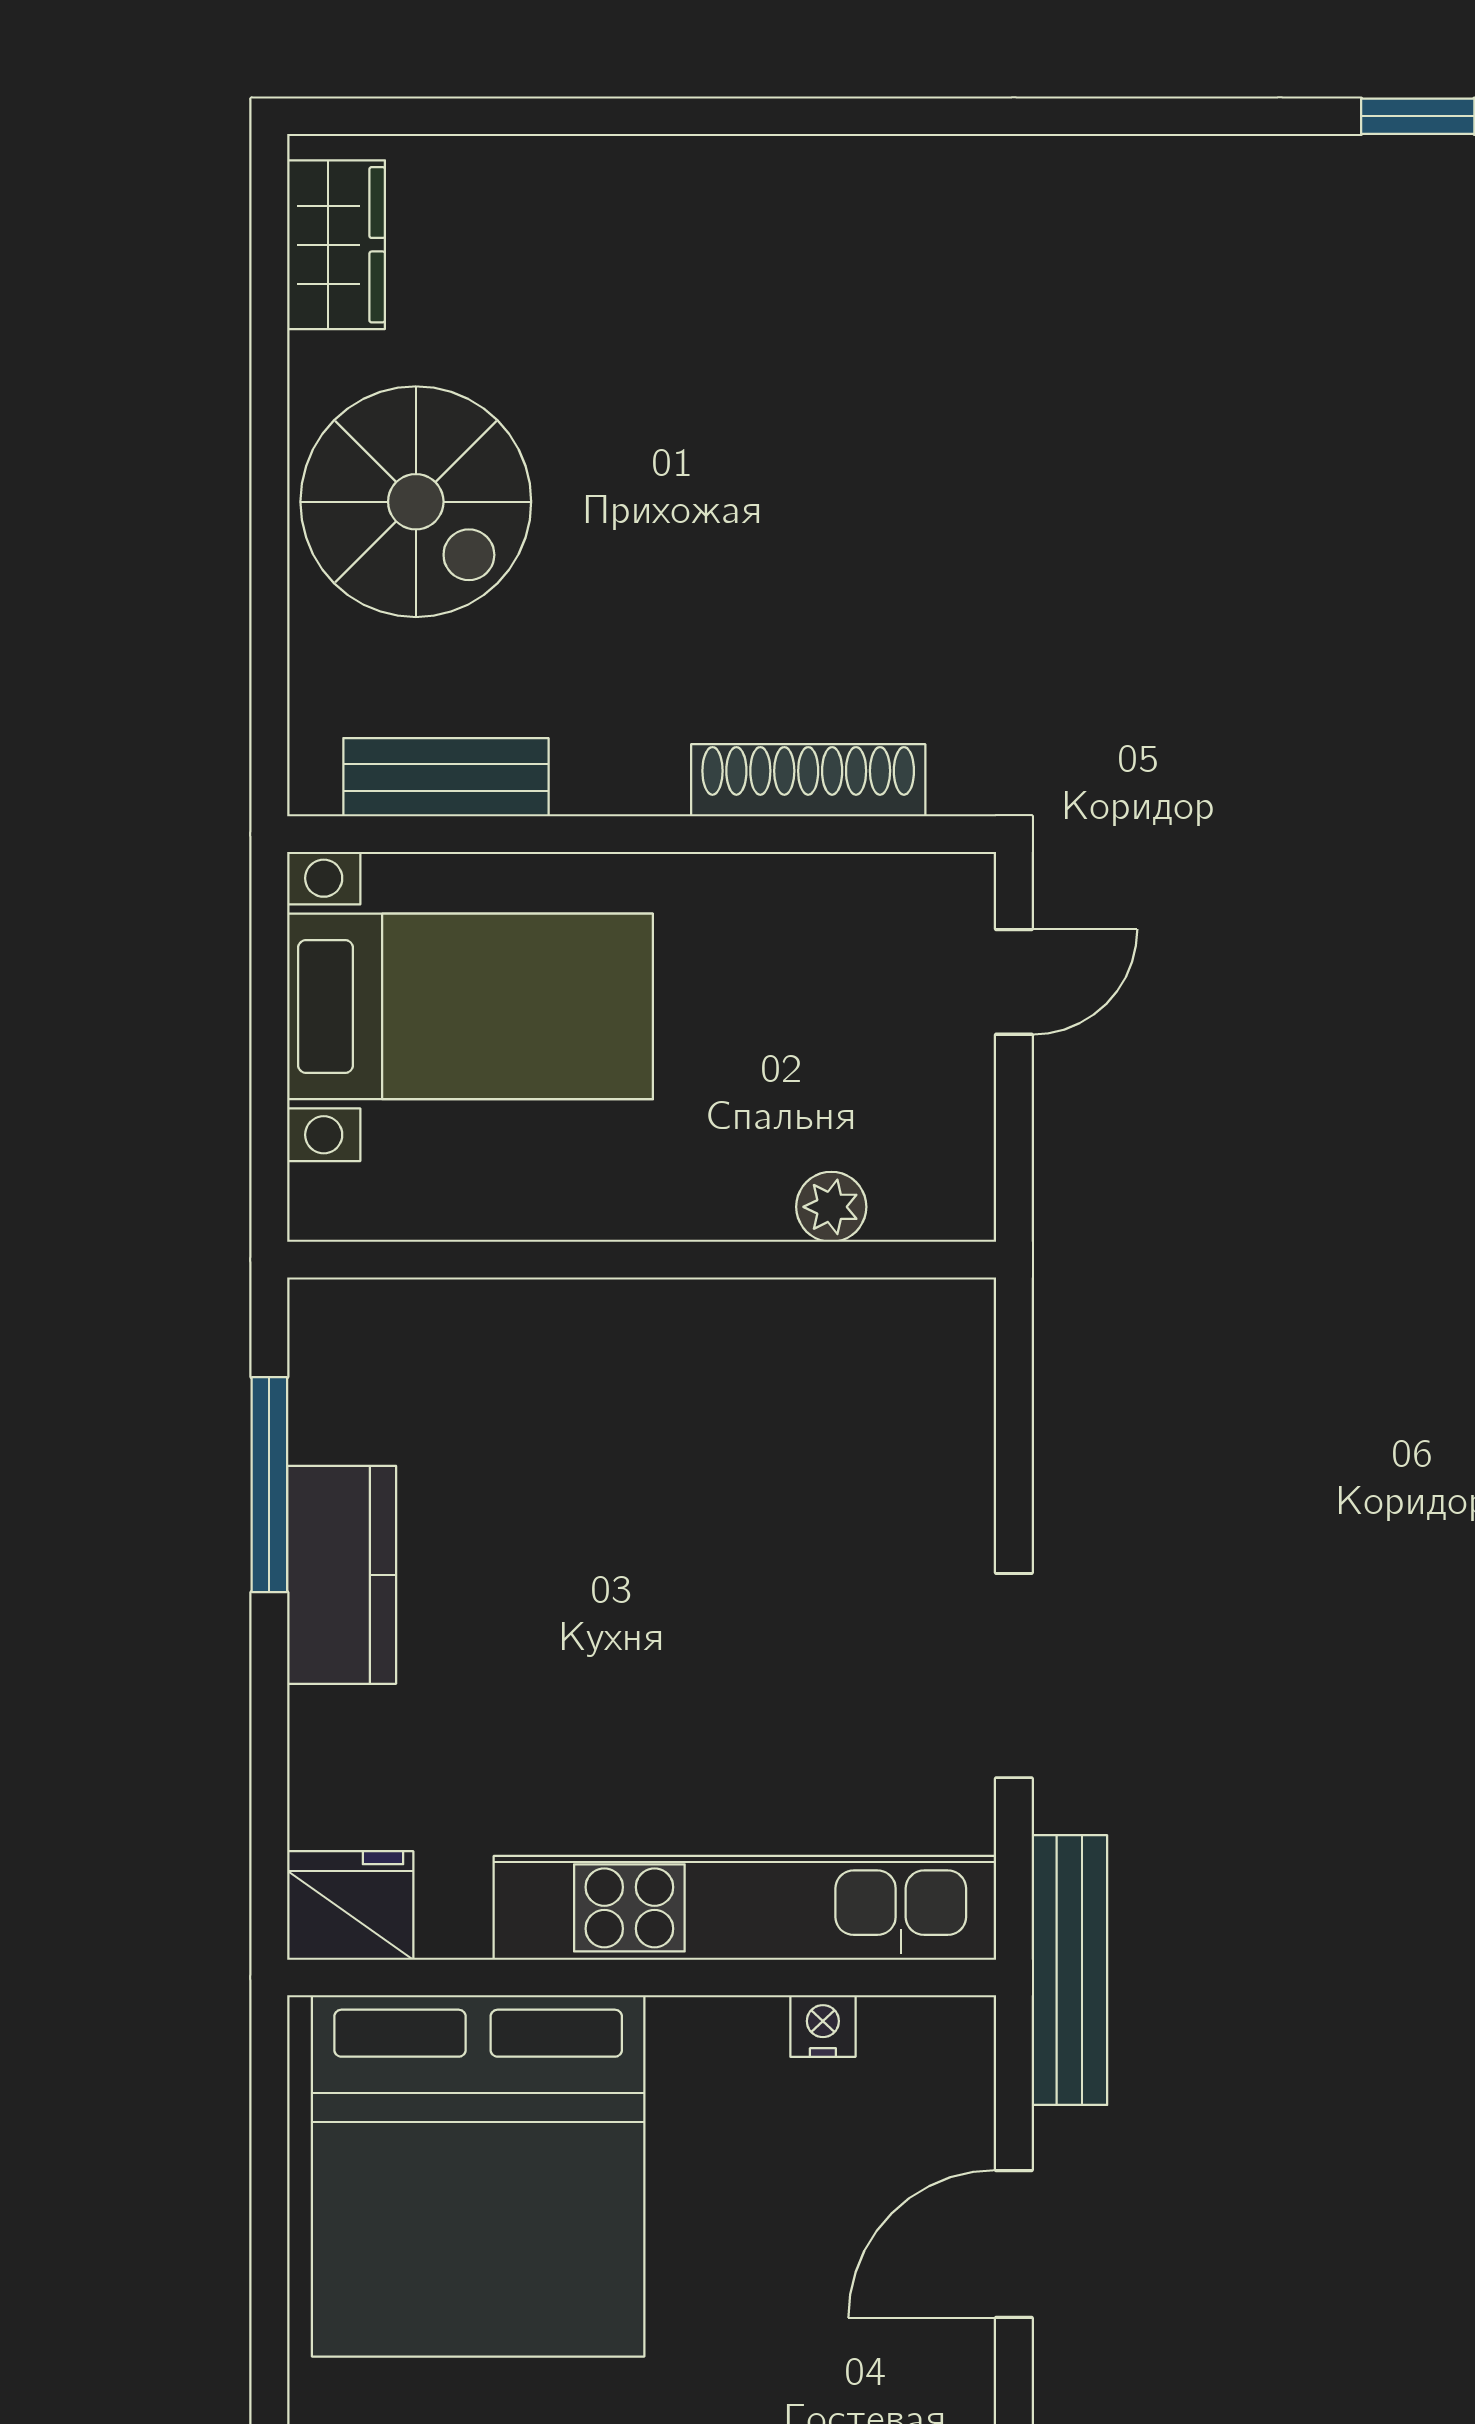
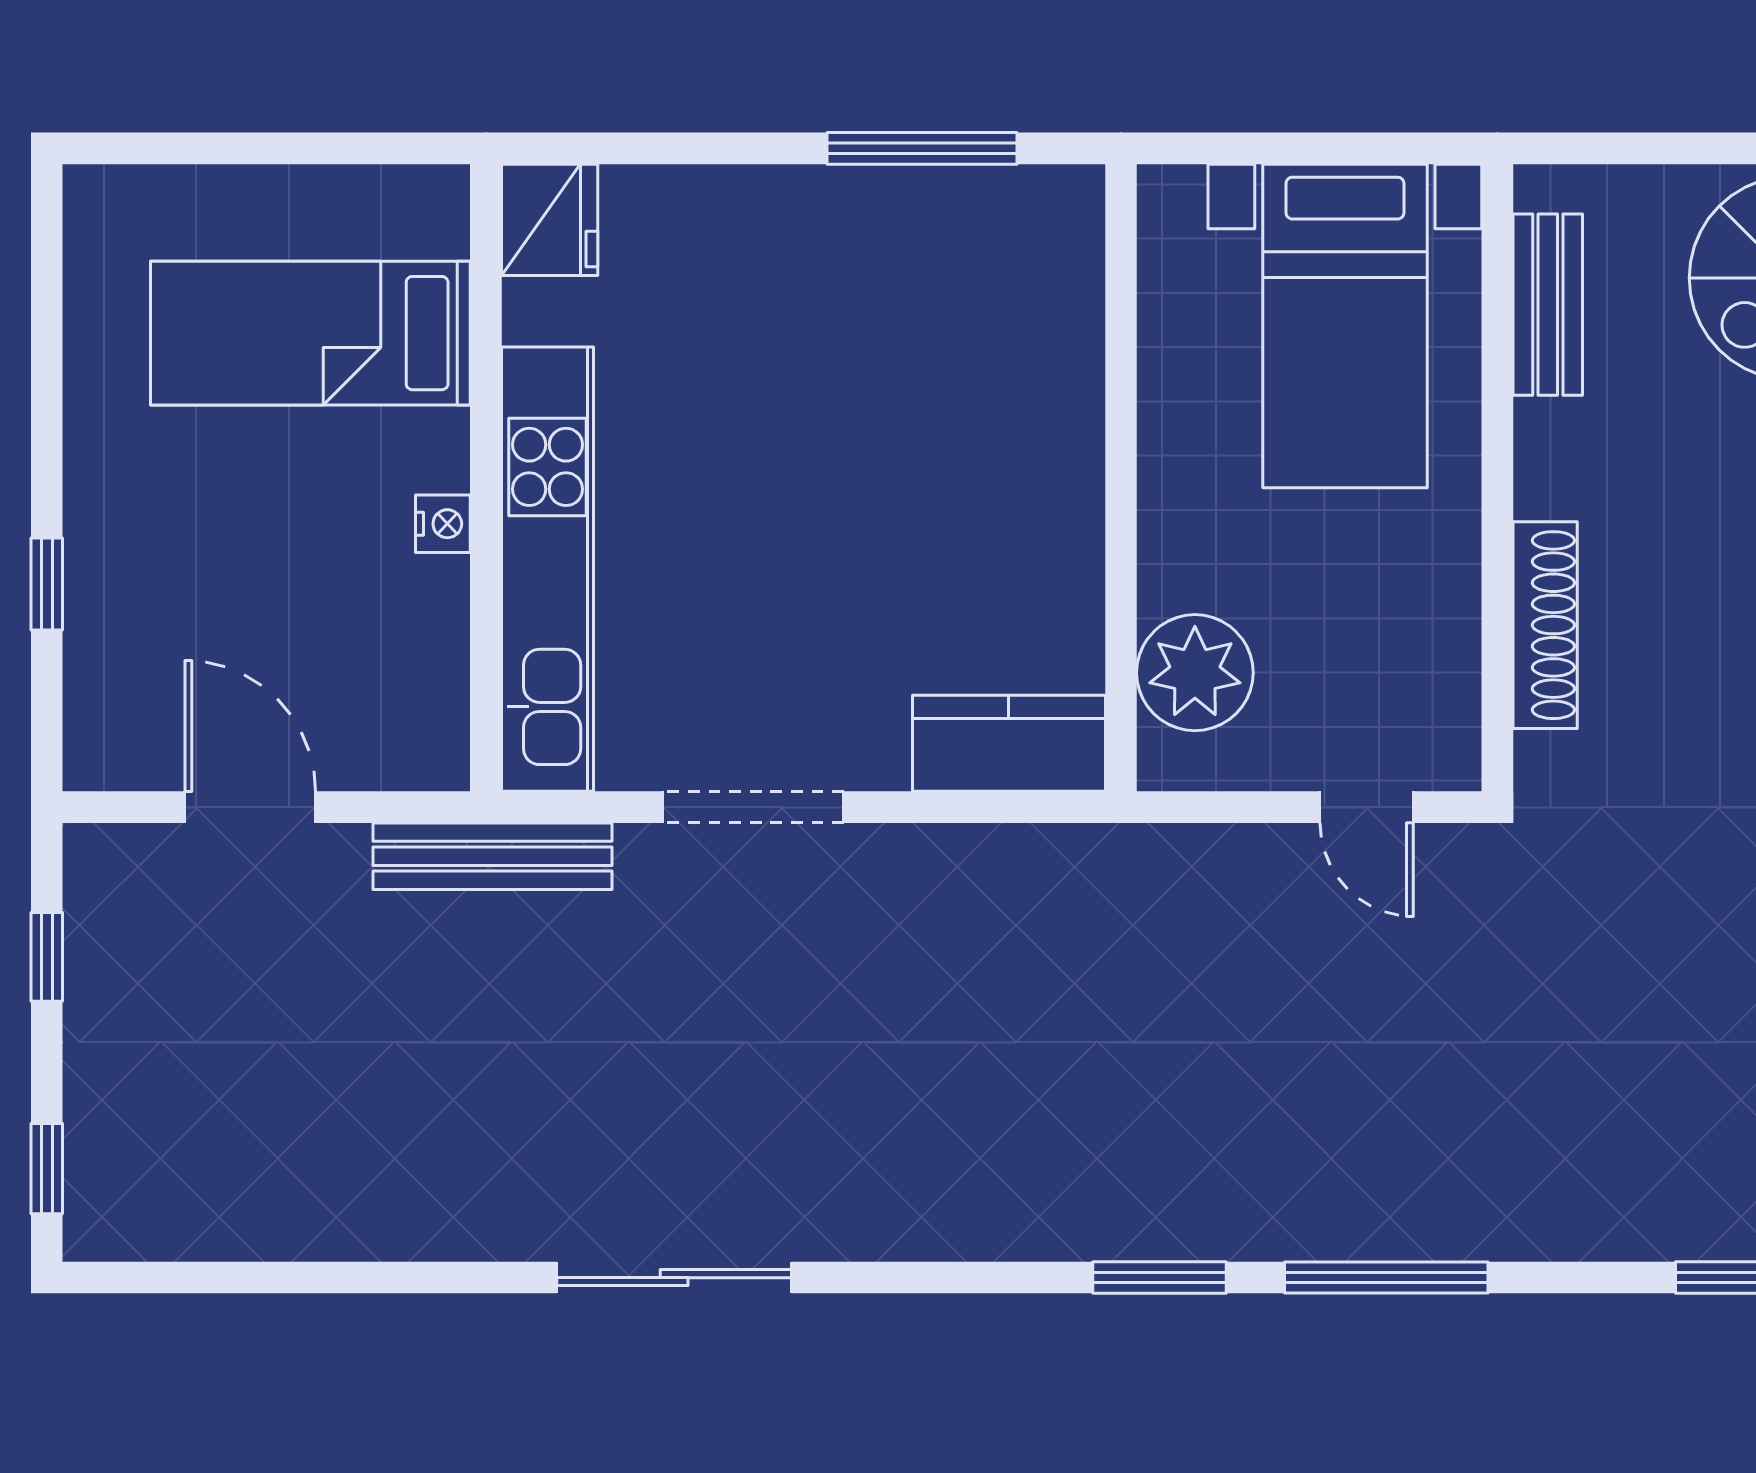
plant: (831, 1207) -> (1195, 673), width x1.88, depth x1.88
kitchen counter: (342, 1575) -> (1009, 743), moved, turned 180
nightstand: (823, 2026) -> (443, 524), moved
bed: (478, 2176) -> (310, 333), width x0.49

